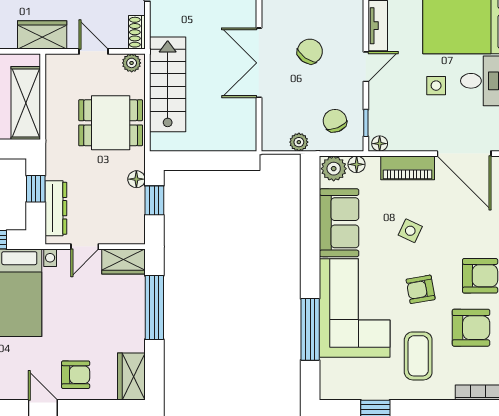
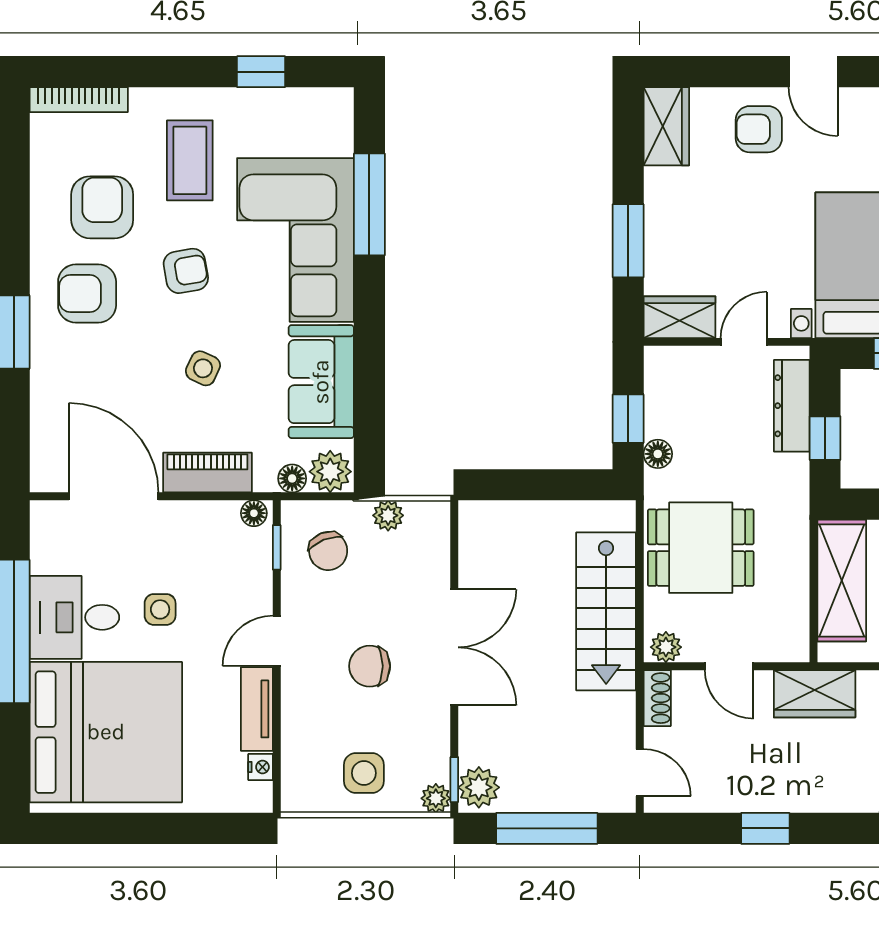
chair: (310, 51) -> (370, 666), turned 54
window: (154, 308) -> (628, 241), width x0.69
armchair: (471, 328) -> (102, 207), turned 90

